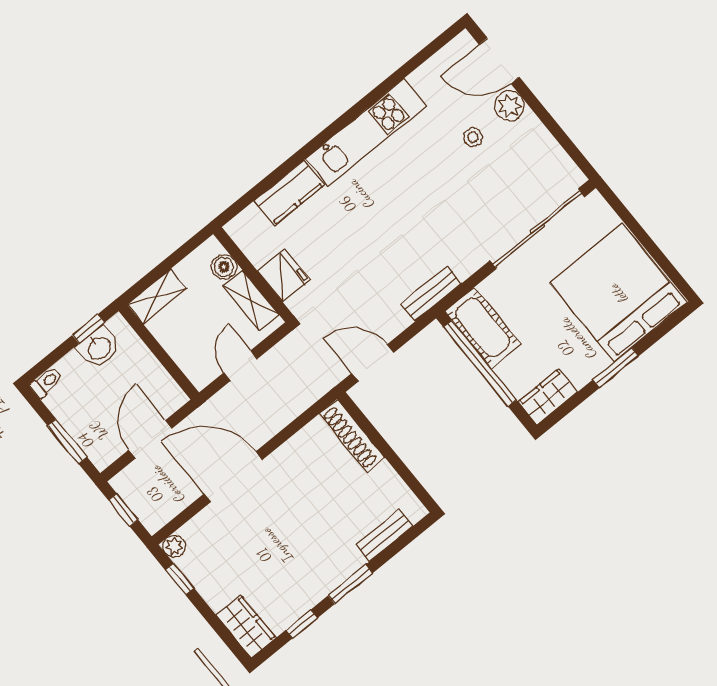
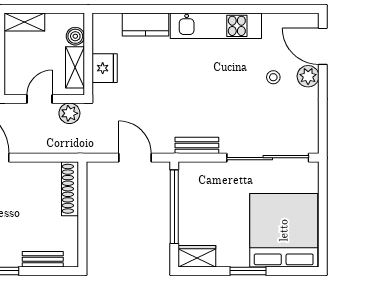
bench: (431, 293) -> (197, 145), moved
cot: (483, 327) -> (192, 188), removed
plant: (285, 355) -> (69, 113), added
door: (373, 363) -> (135, 158), moved

